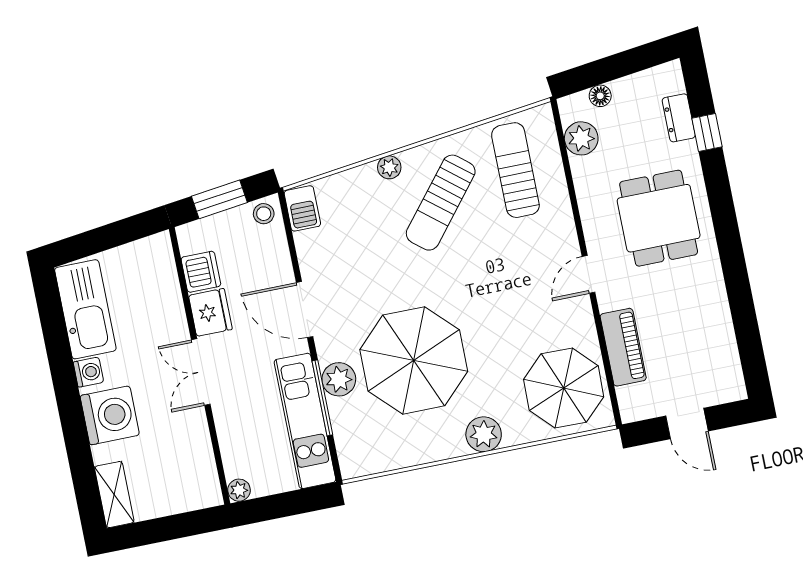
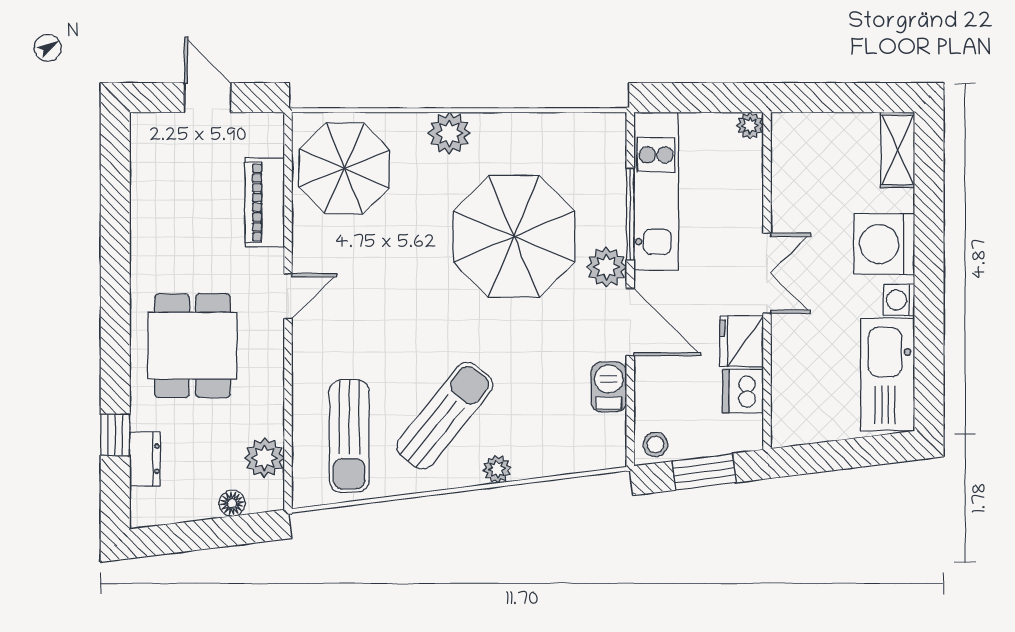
barbecue: (302, 208) -> (609, 387), moved
plant: (339, 379) -> (606, 267), moved

